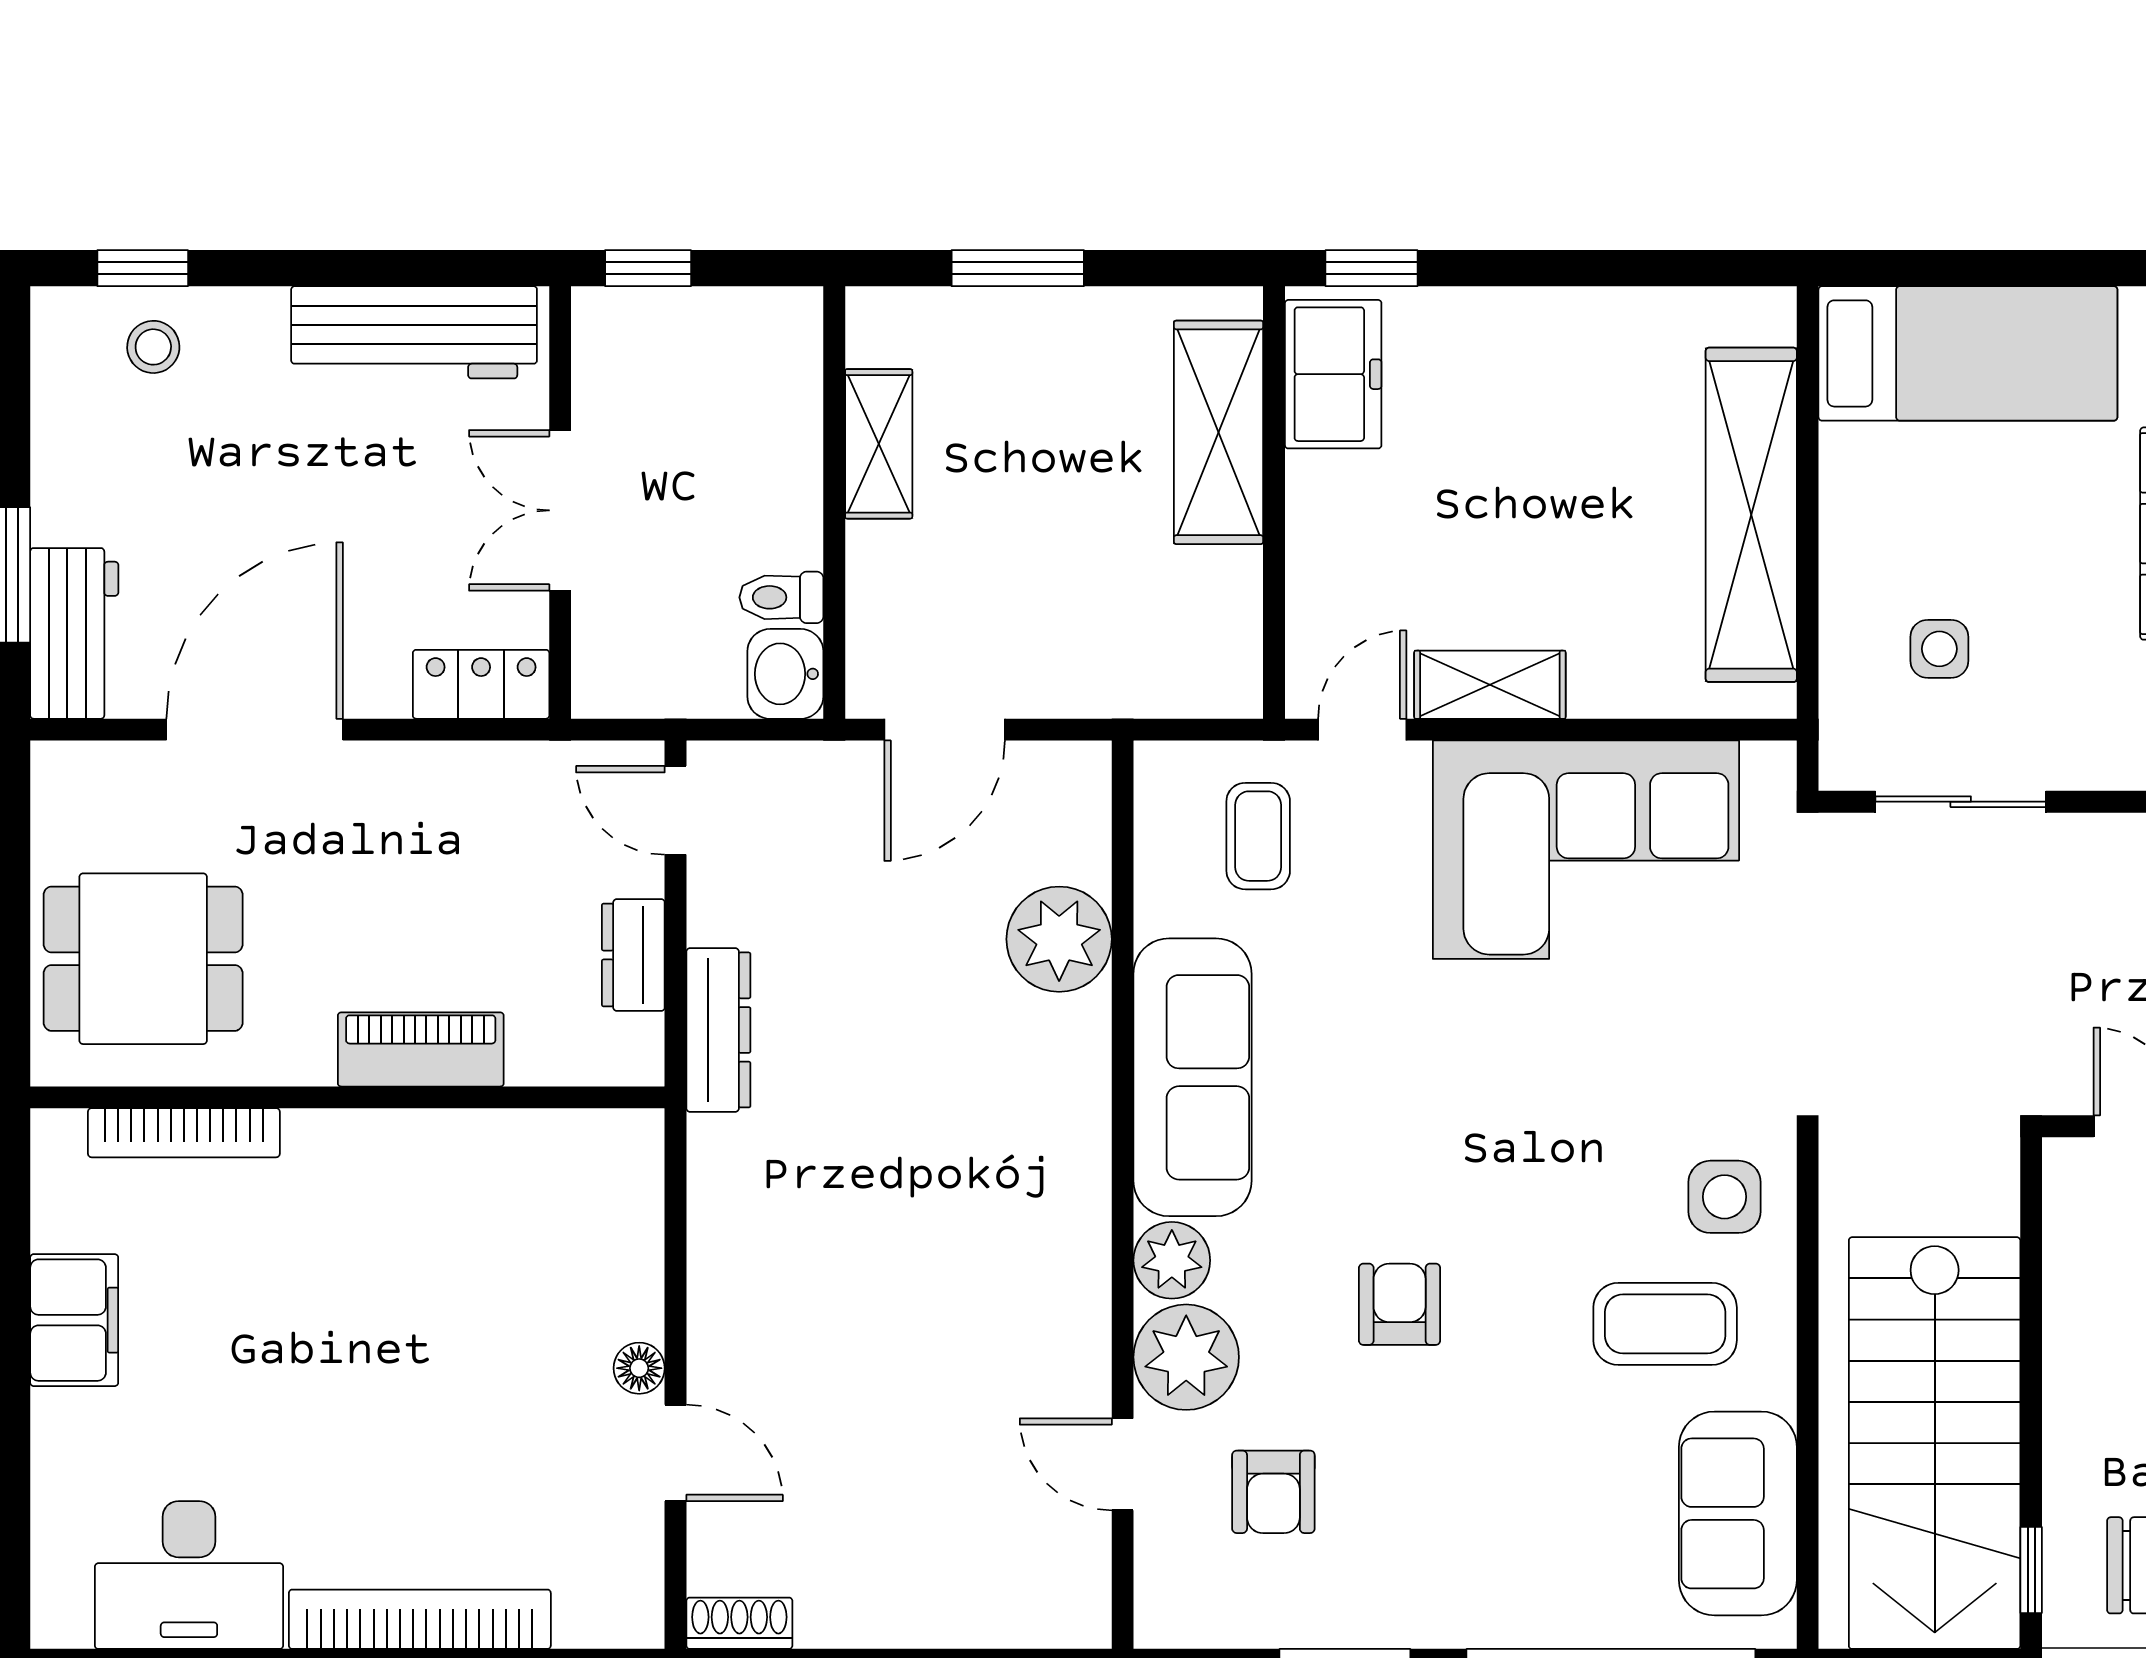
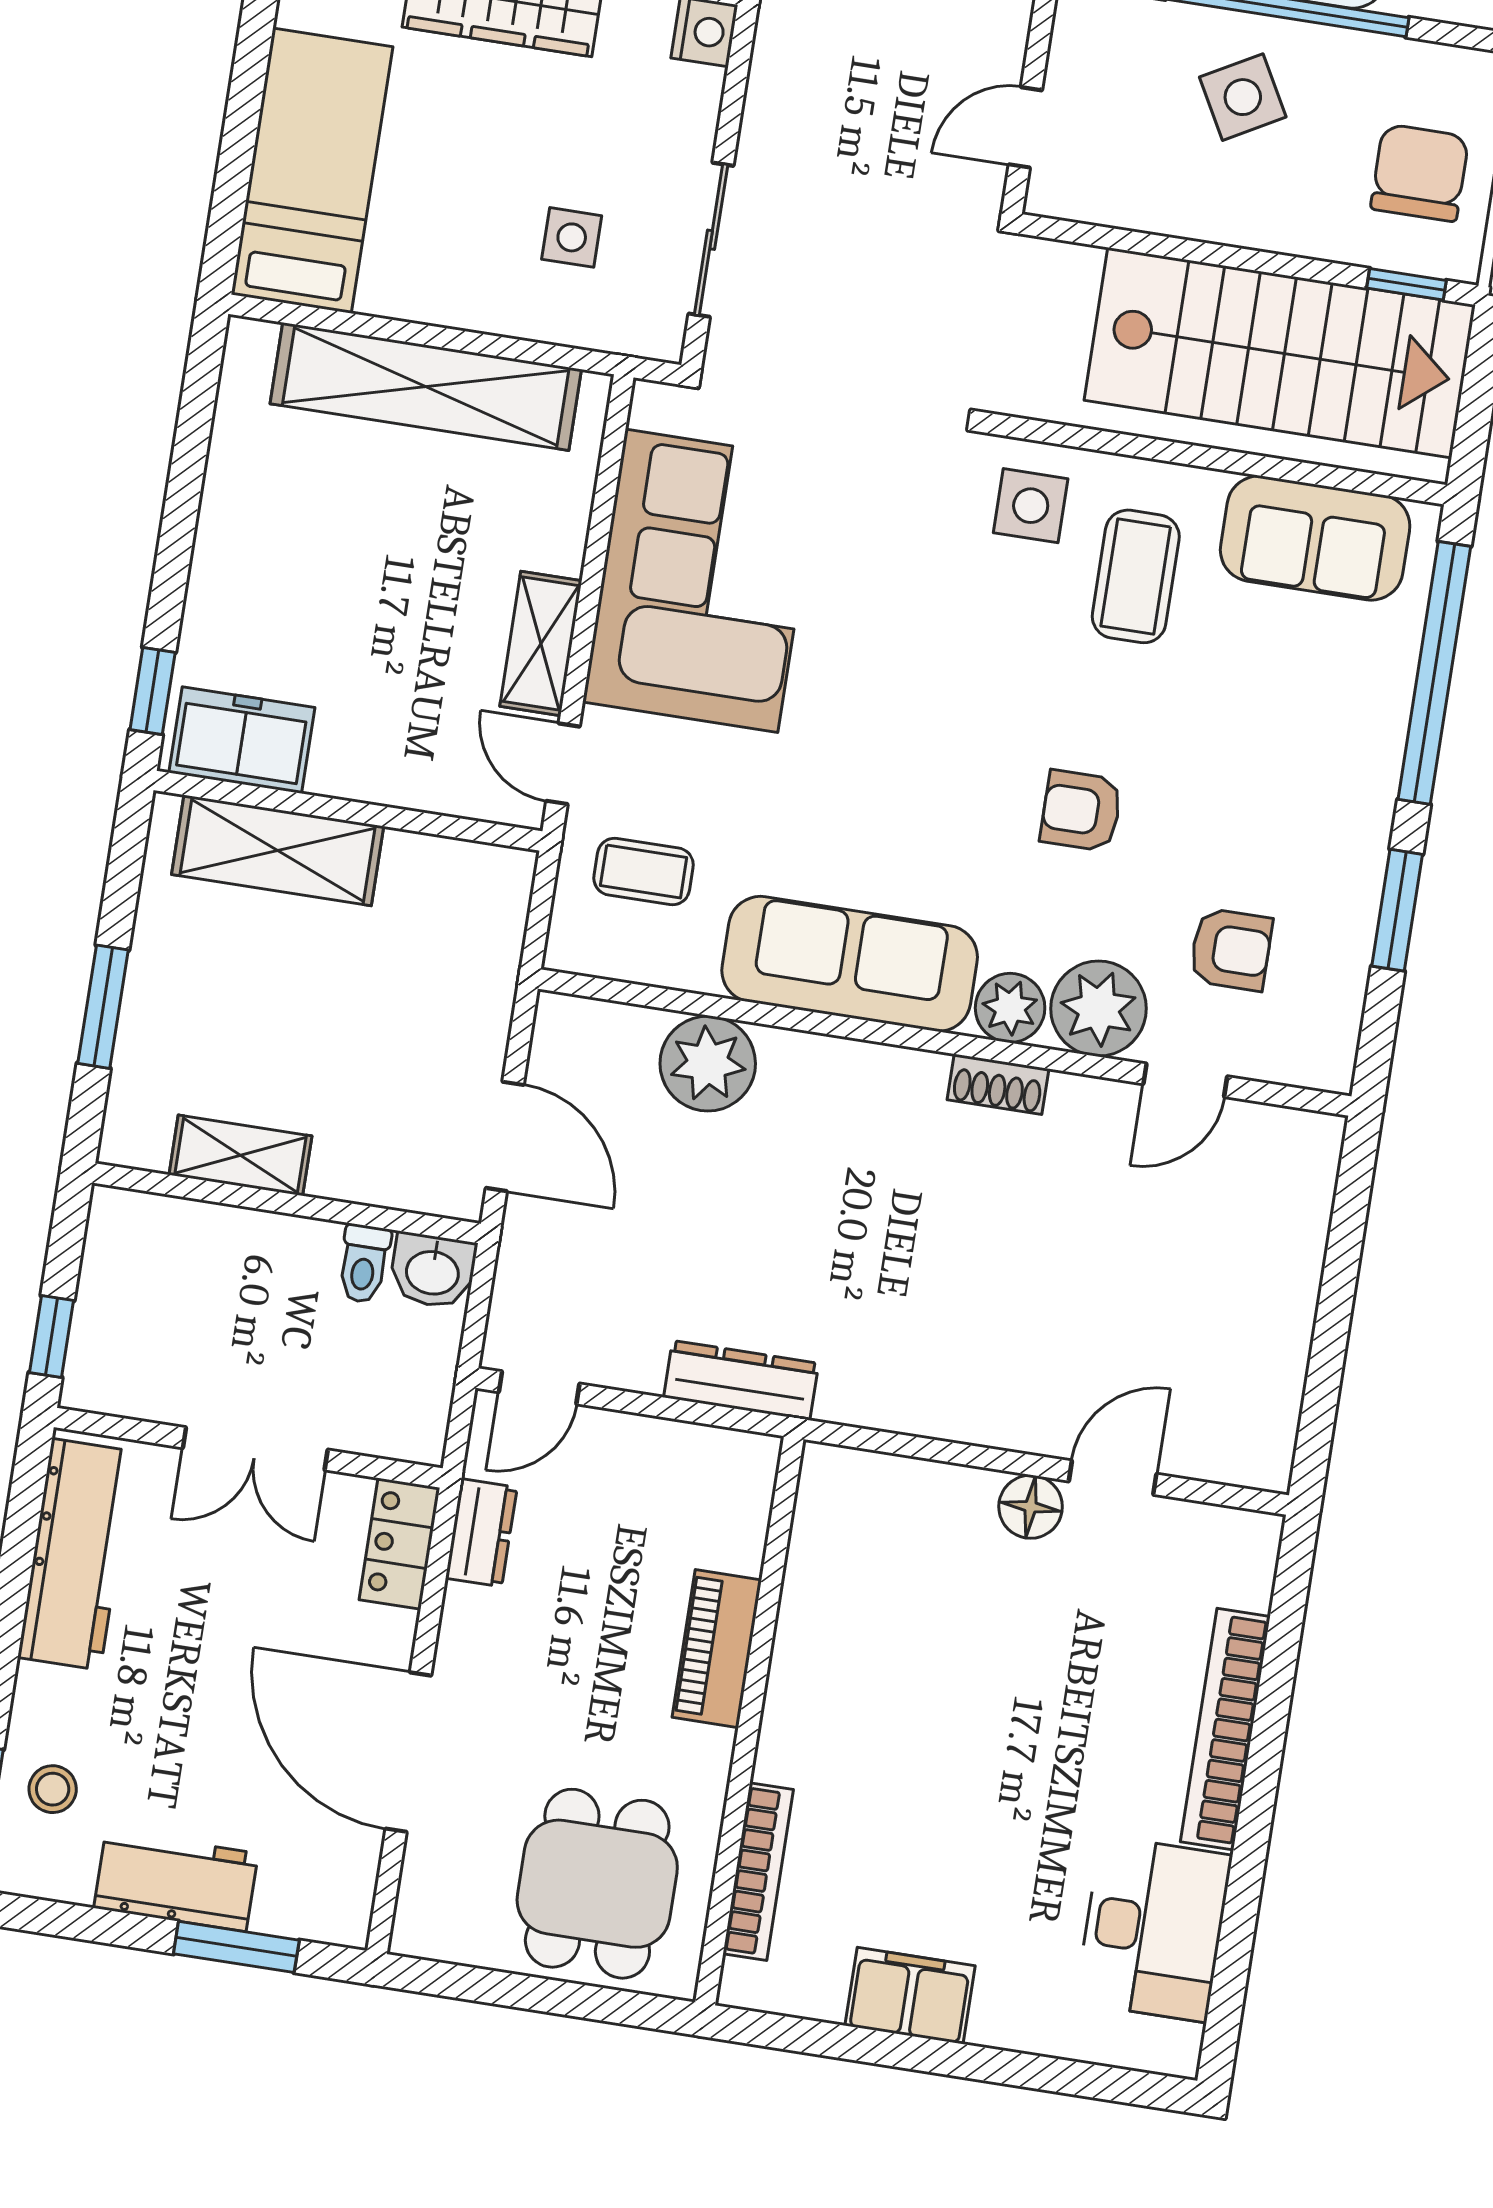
workbench: (74, 633) -> (176, 1881), moved
dresser: (633, 955) -> (481, 1533), moved, turned -90
floor lamp: (639, 1368) -> (1031, 1507), width x1.37, depth x1.37
shoe rack: (739, 1623) -> (998, 1084), moved, turned -90

